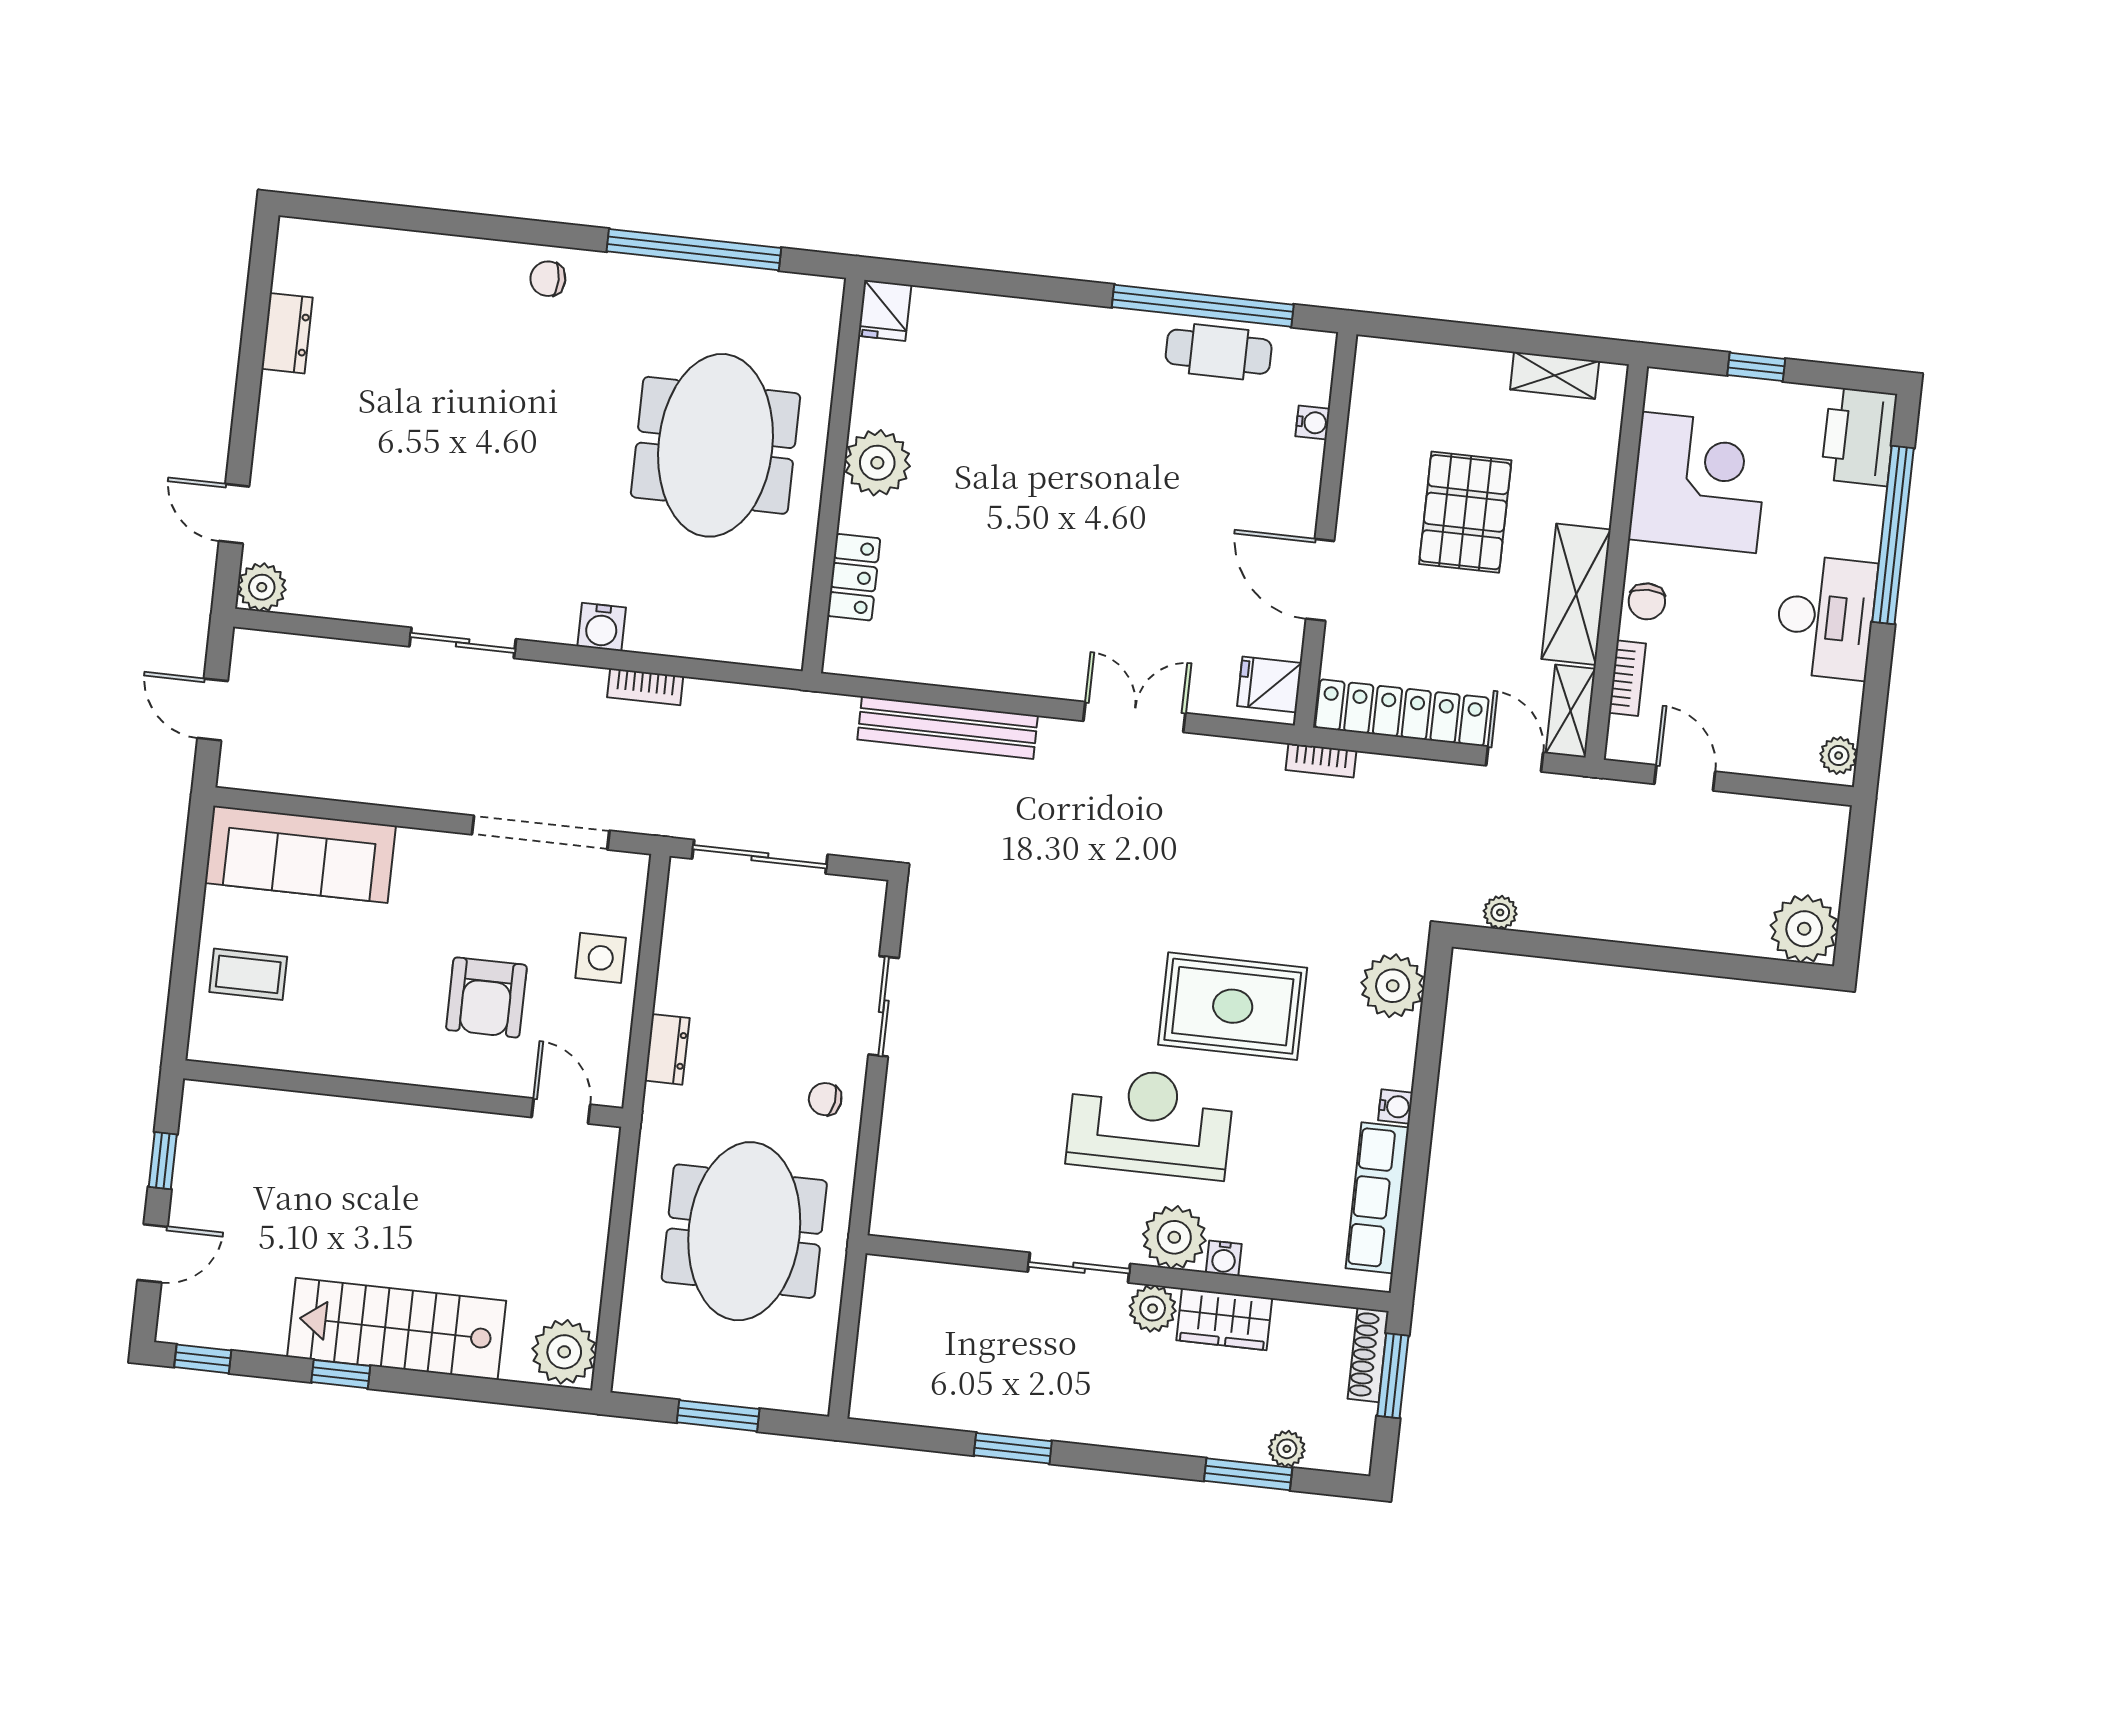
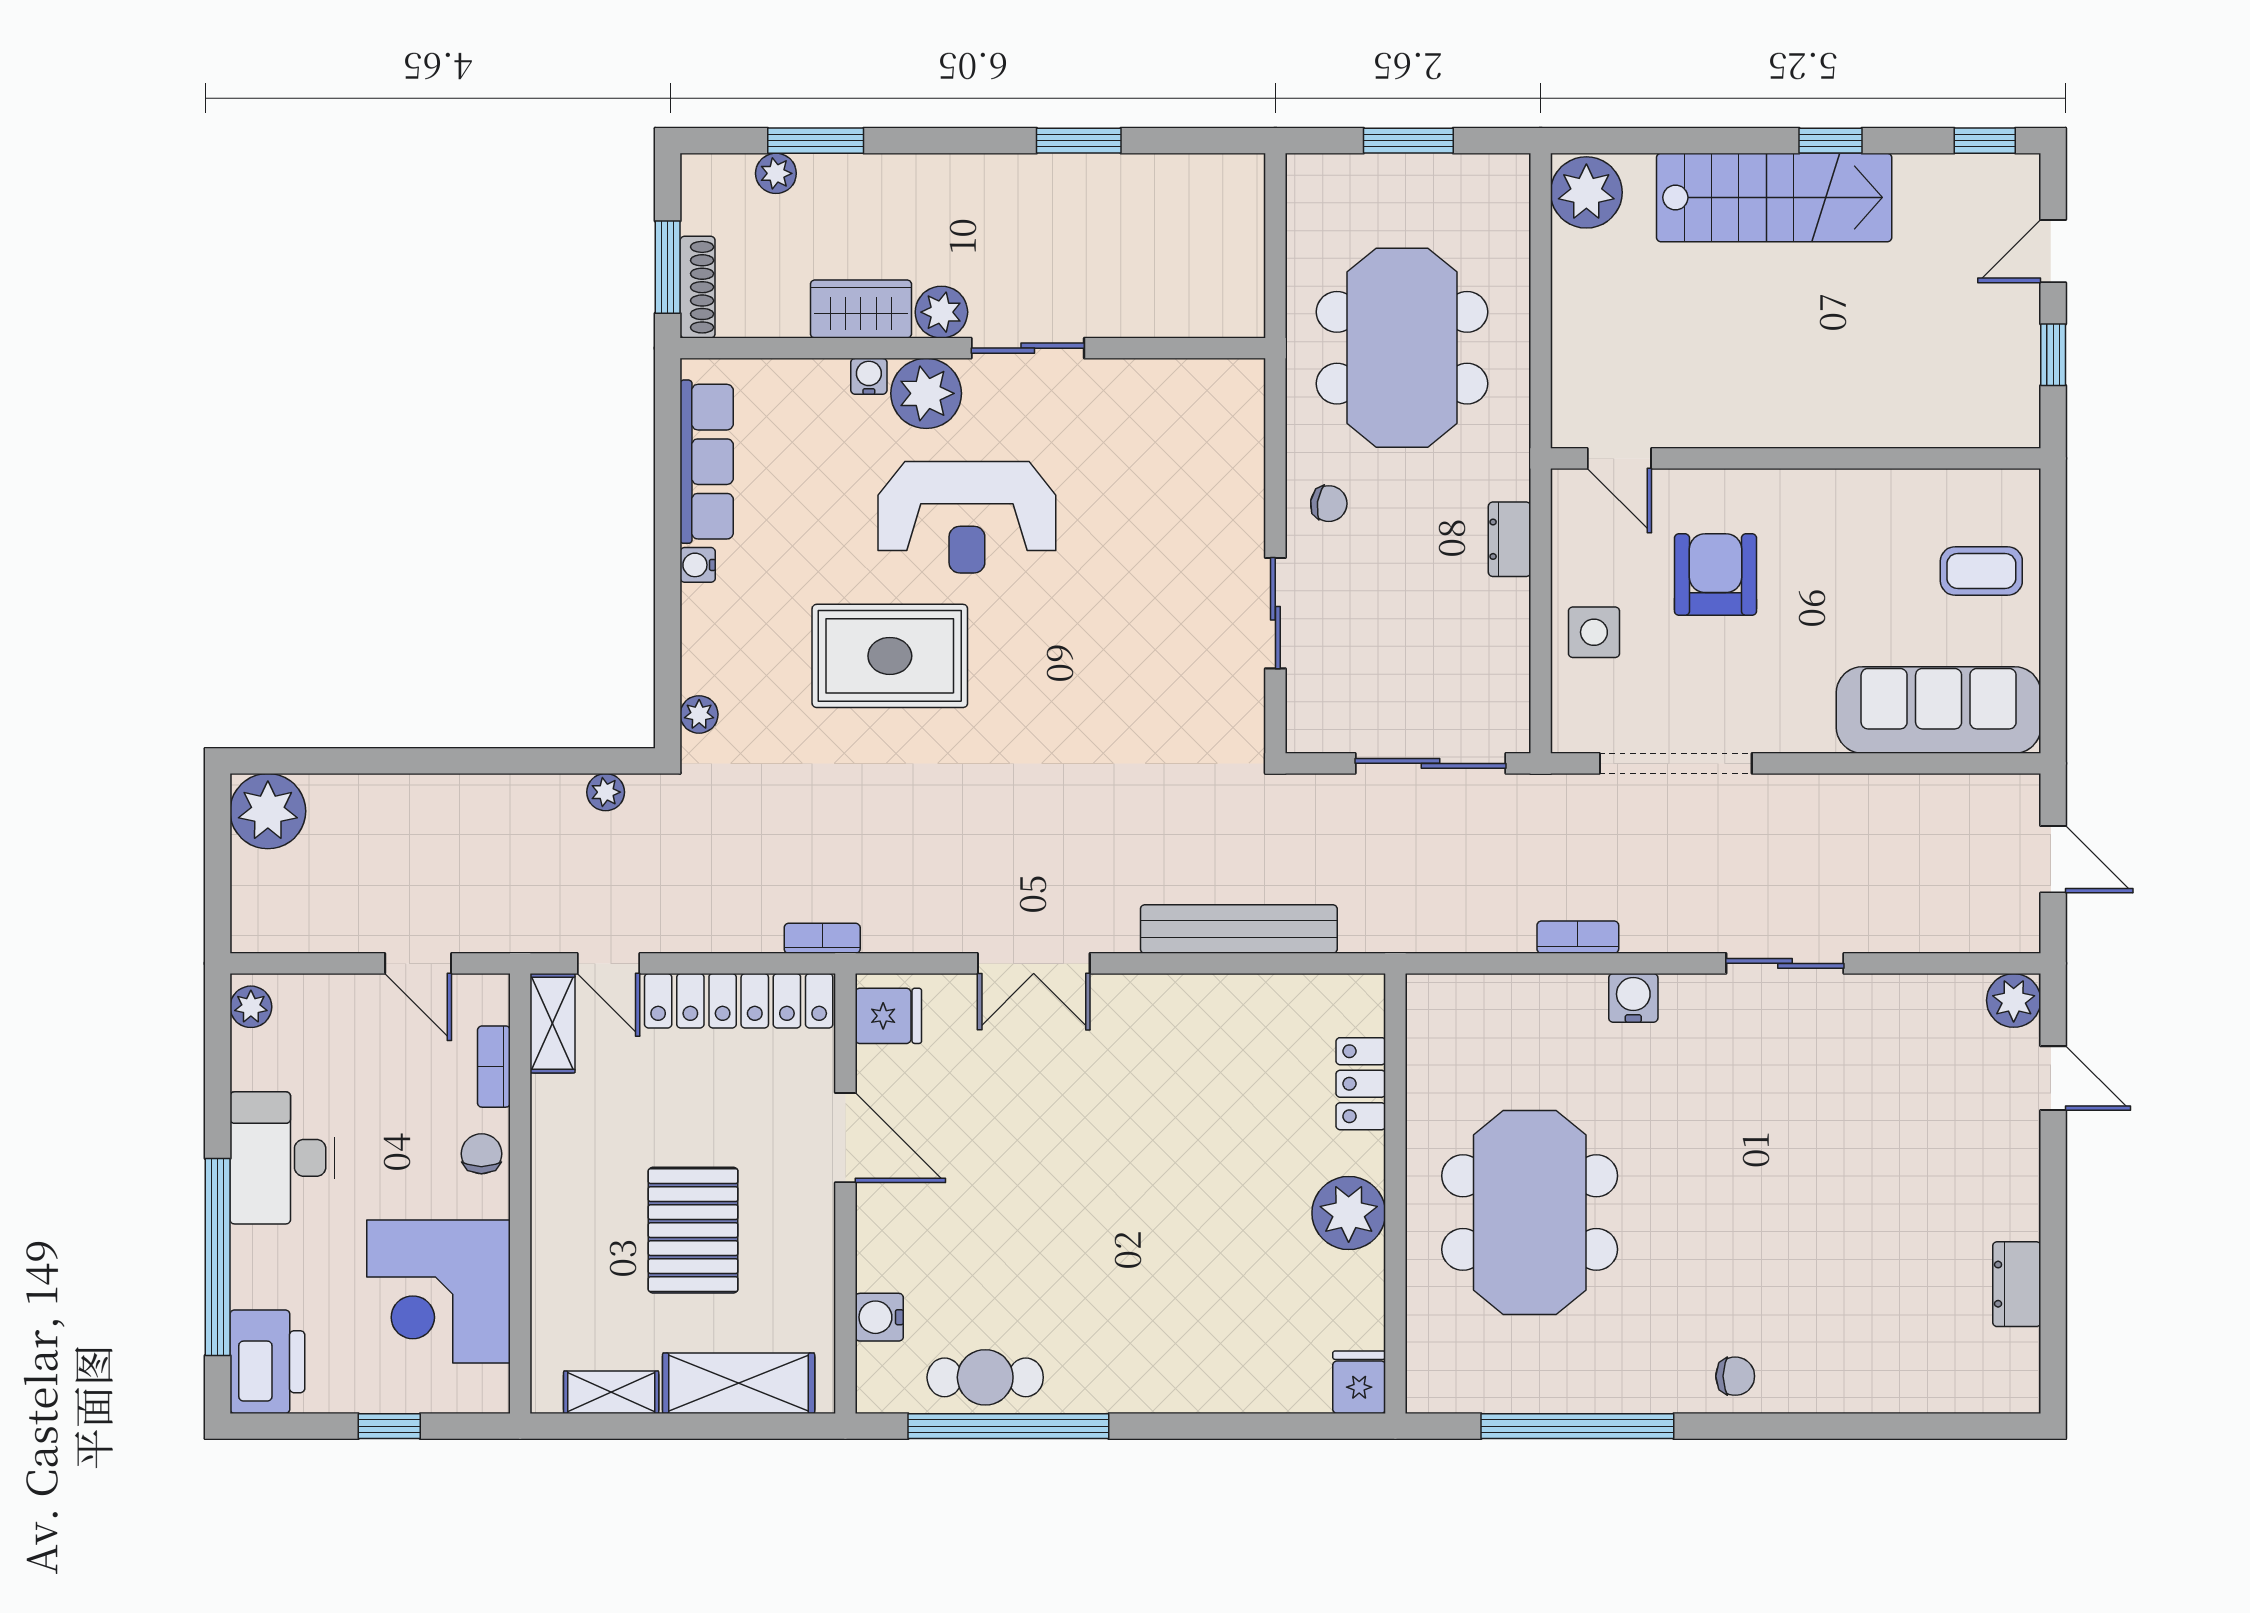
water cooler: (1313, 423) -> (879, 1317), width x1.38, depth x1.38
shelving: (1576, 594) -> (739, 1383), moved, turned 90
plant: (1393, 986) -> (699, 714), width x0.53, depth x0.53

